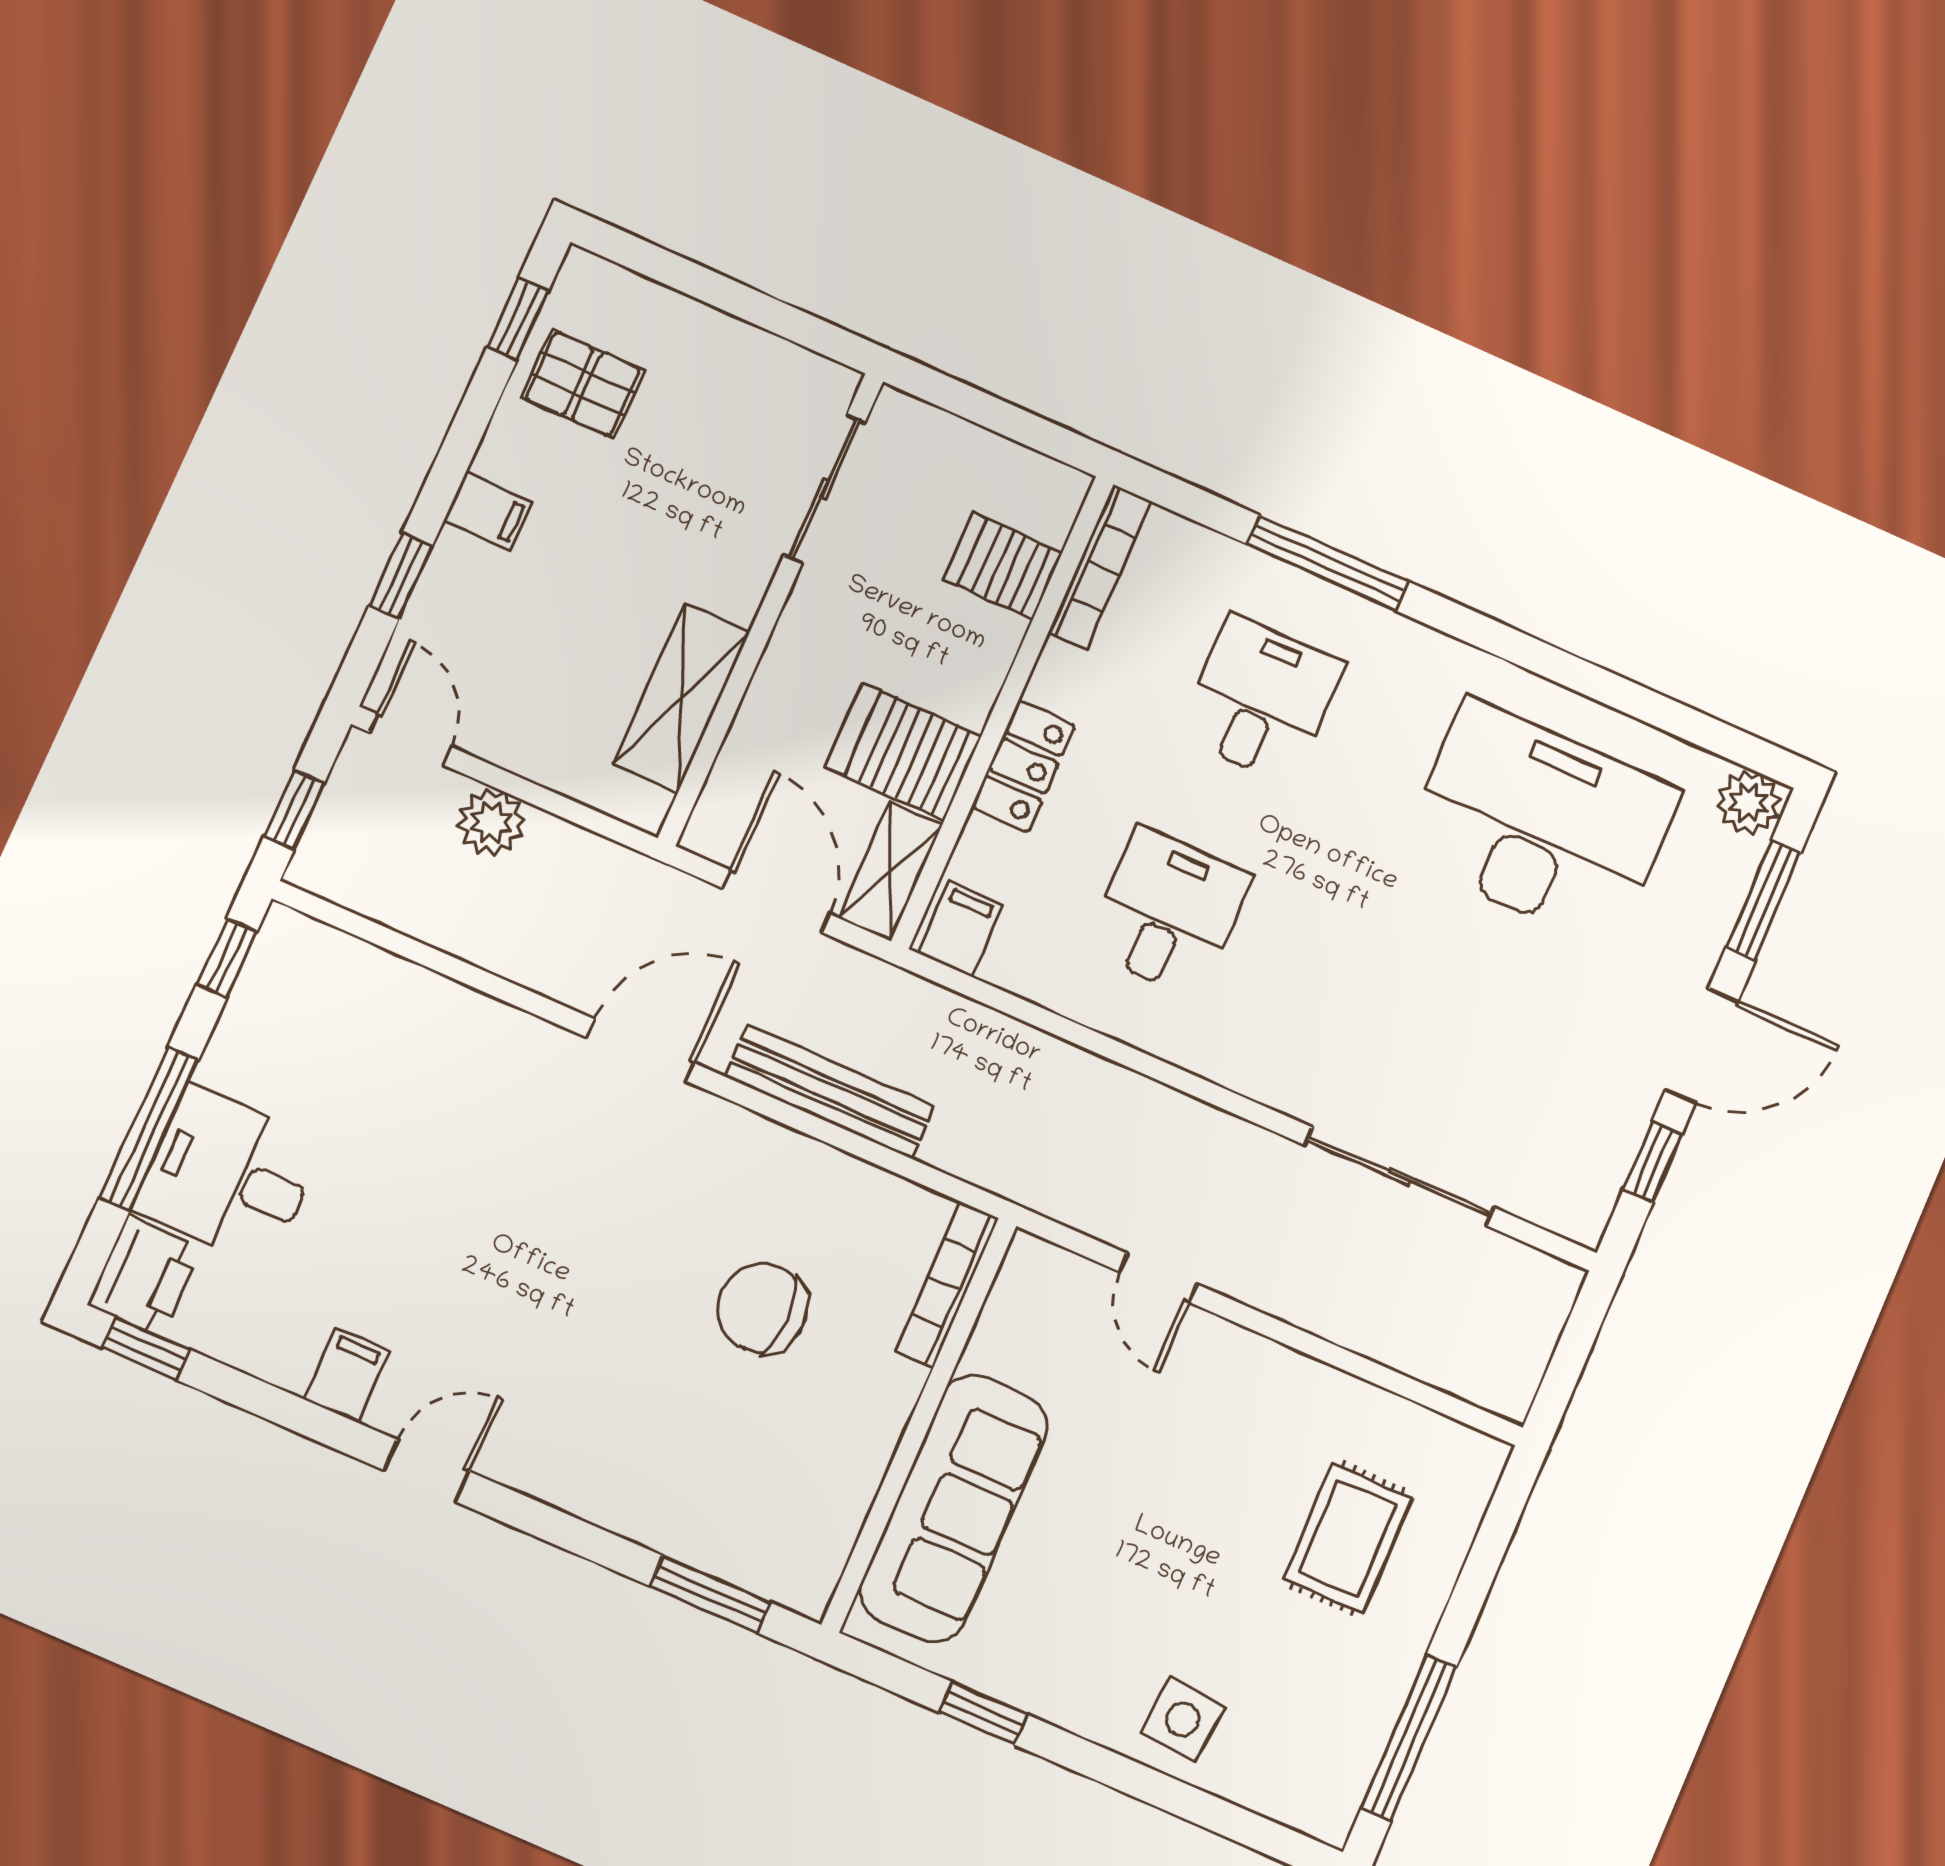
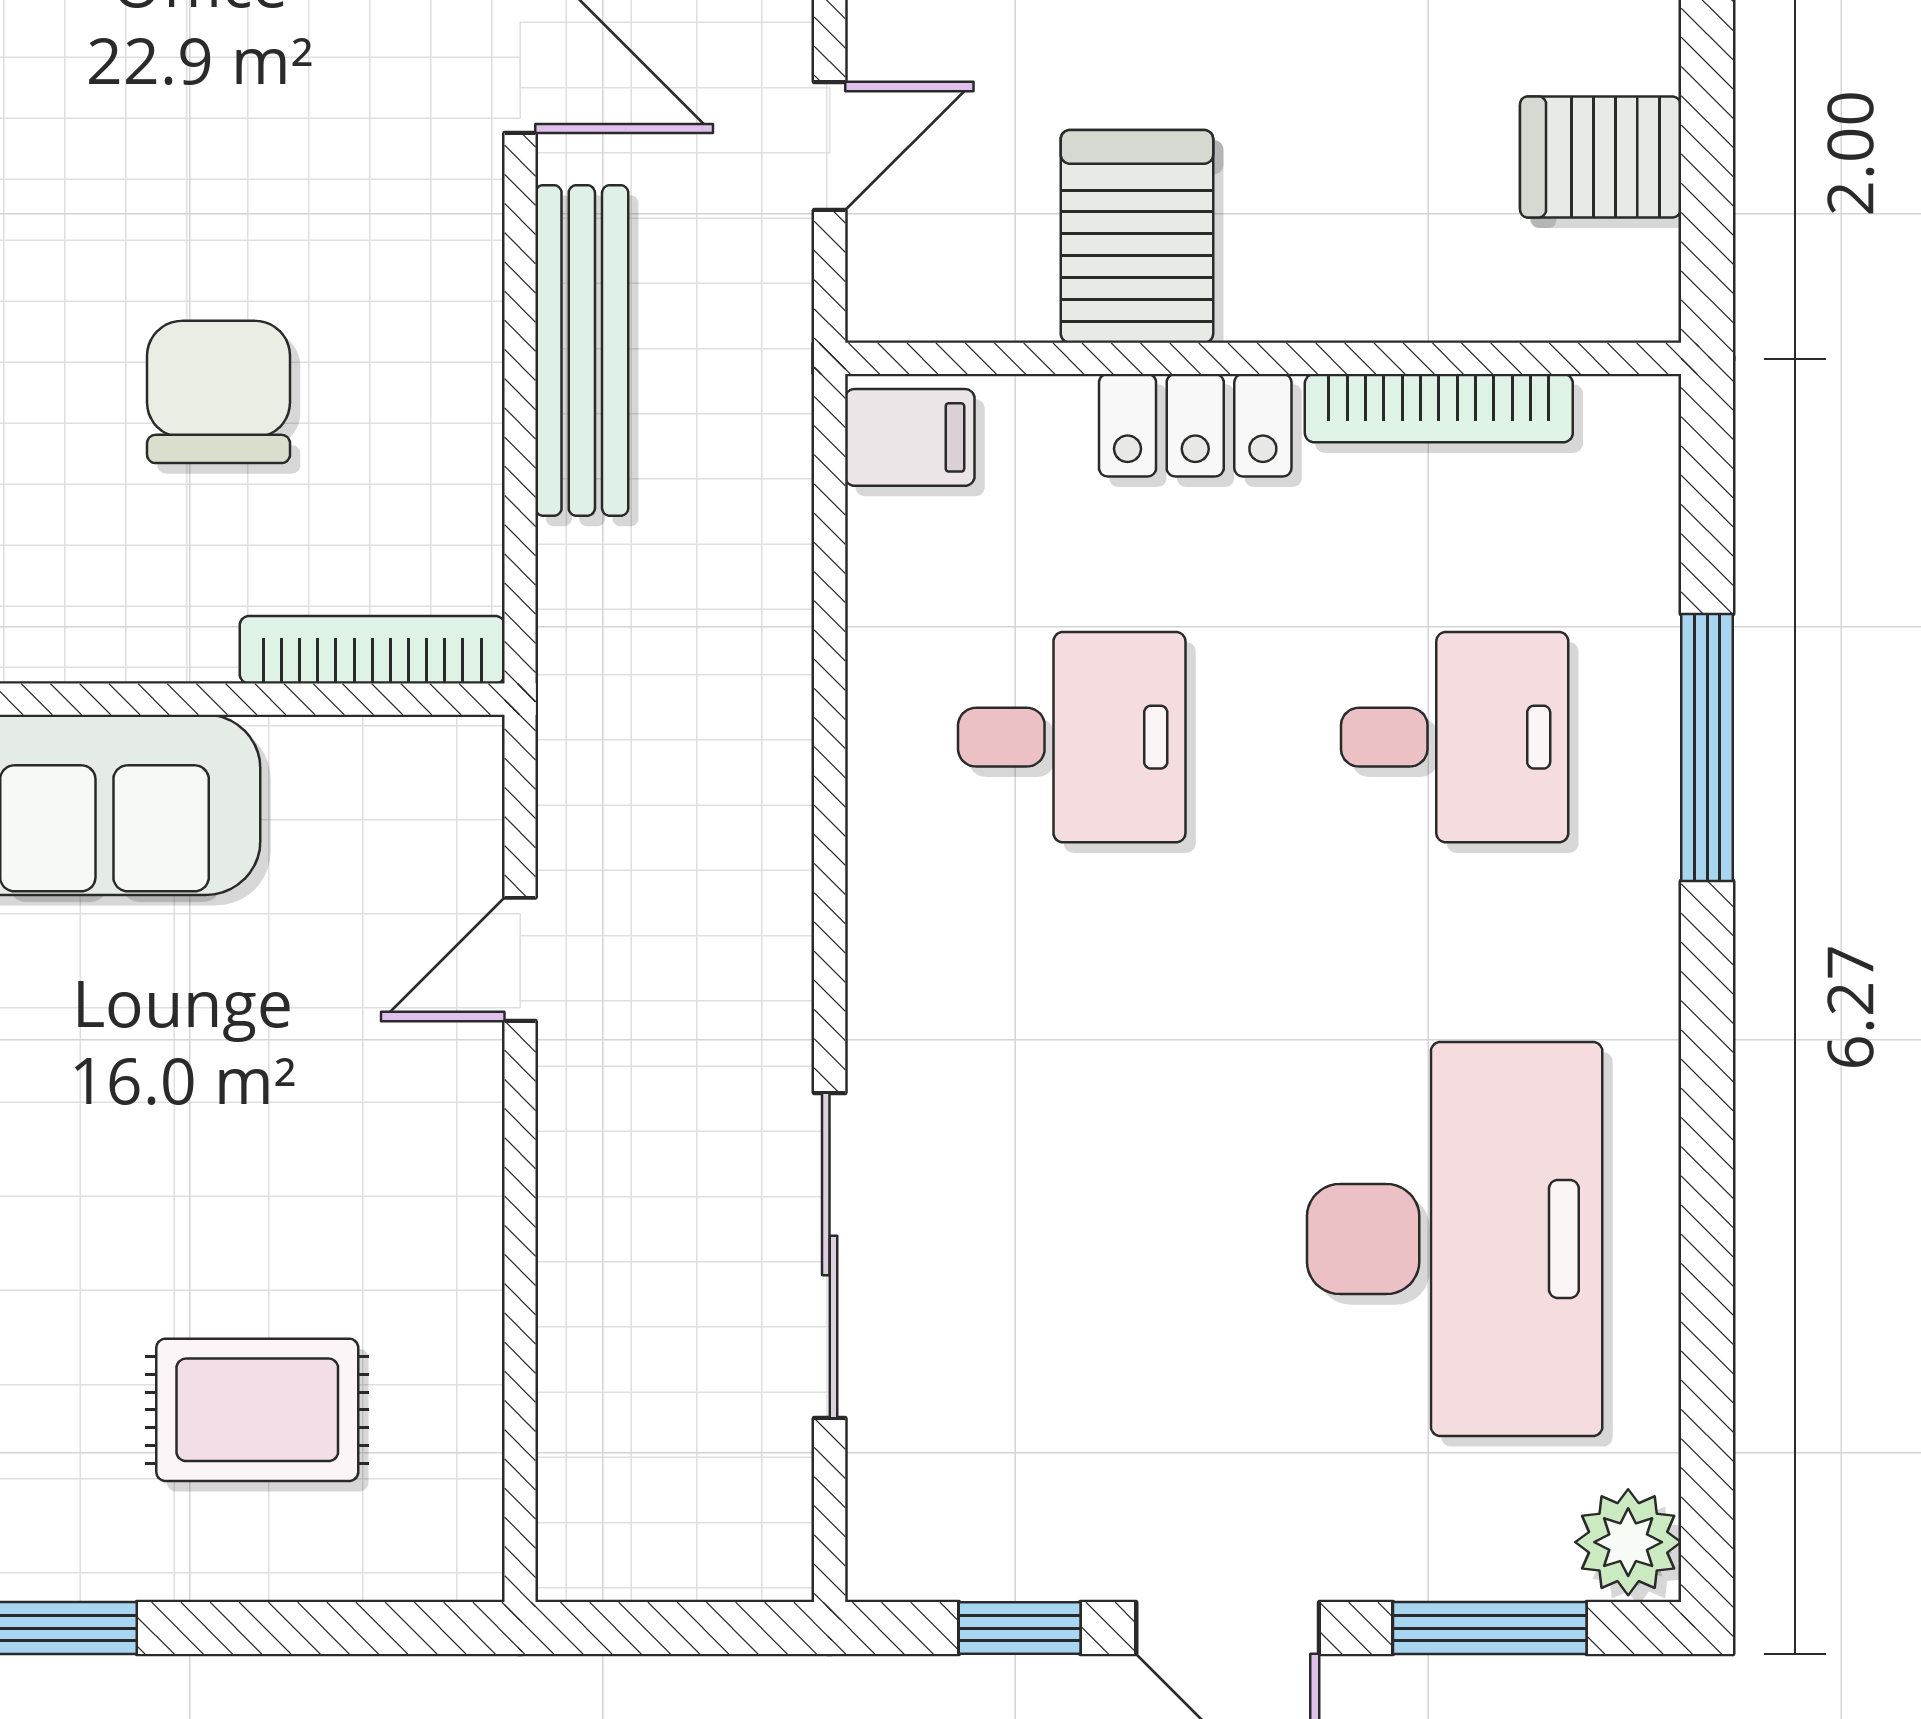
server rack: (1003, 566) -> (1601, 157), moved, turned -90
bookcase: (1100, 567) -> (1439, 408), moved
shelving: (890, 872) -> (949, 296), removed
door: (776, 901) -> (830, 146), width x0.73

